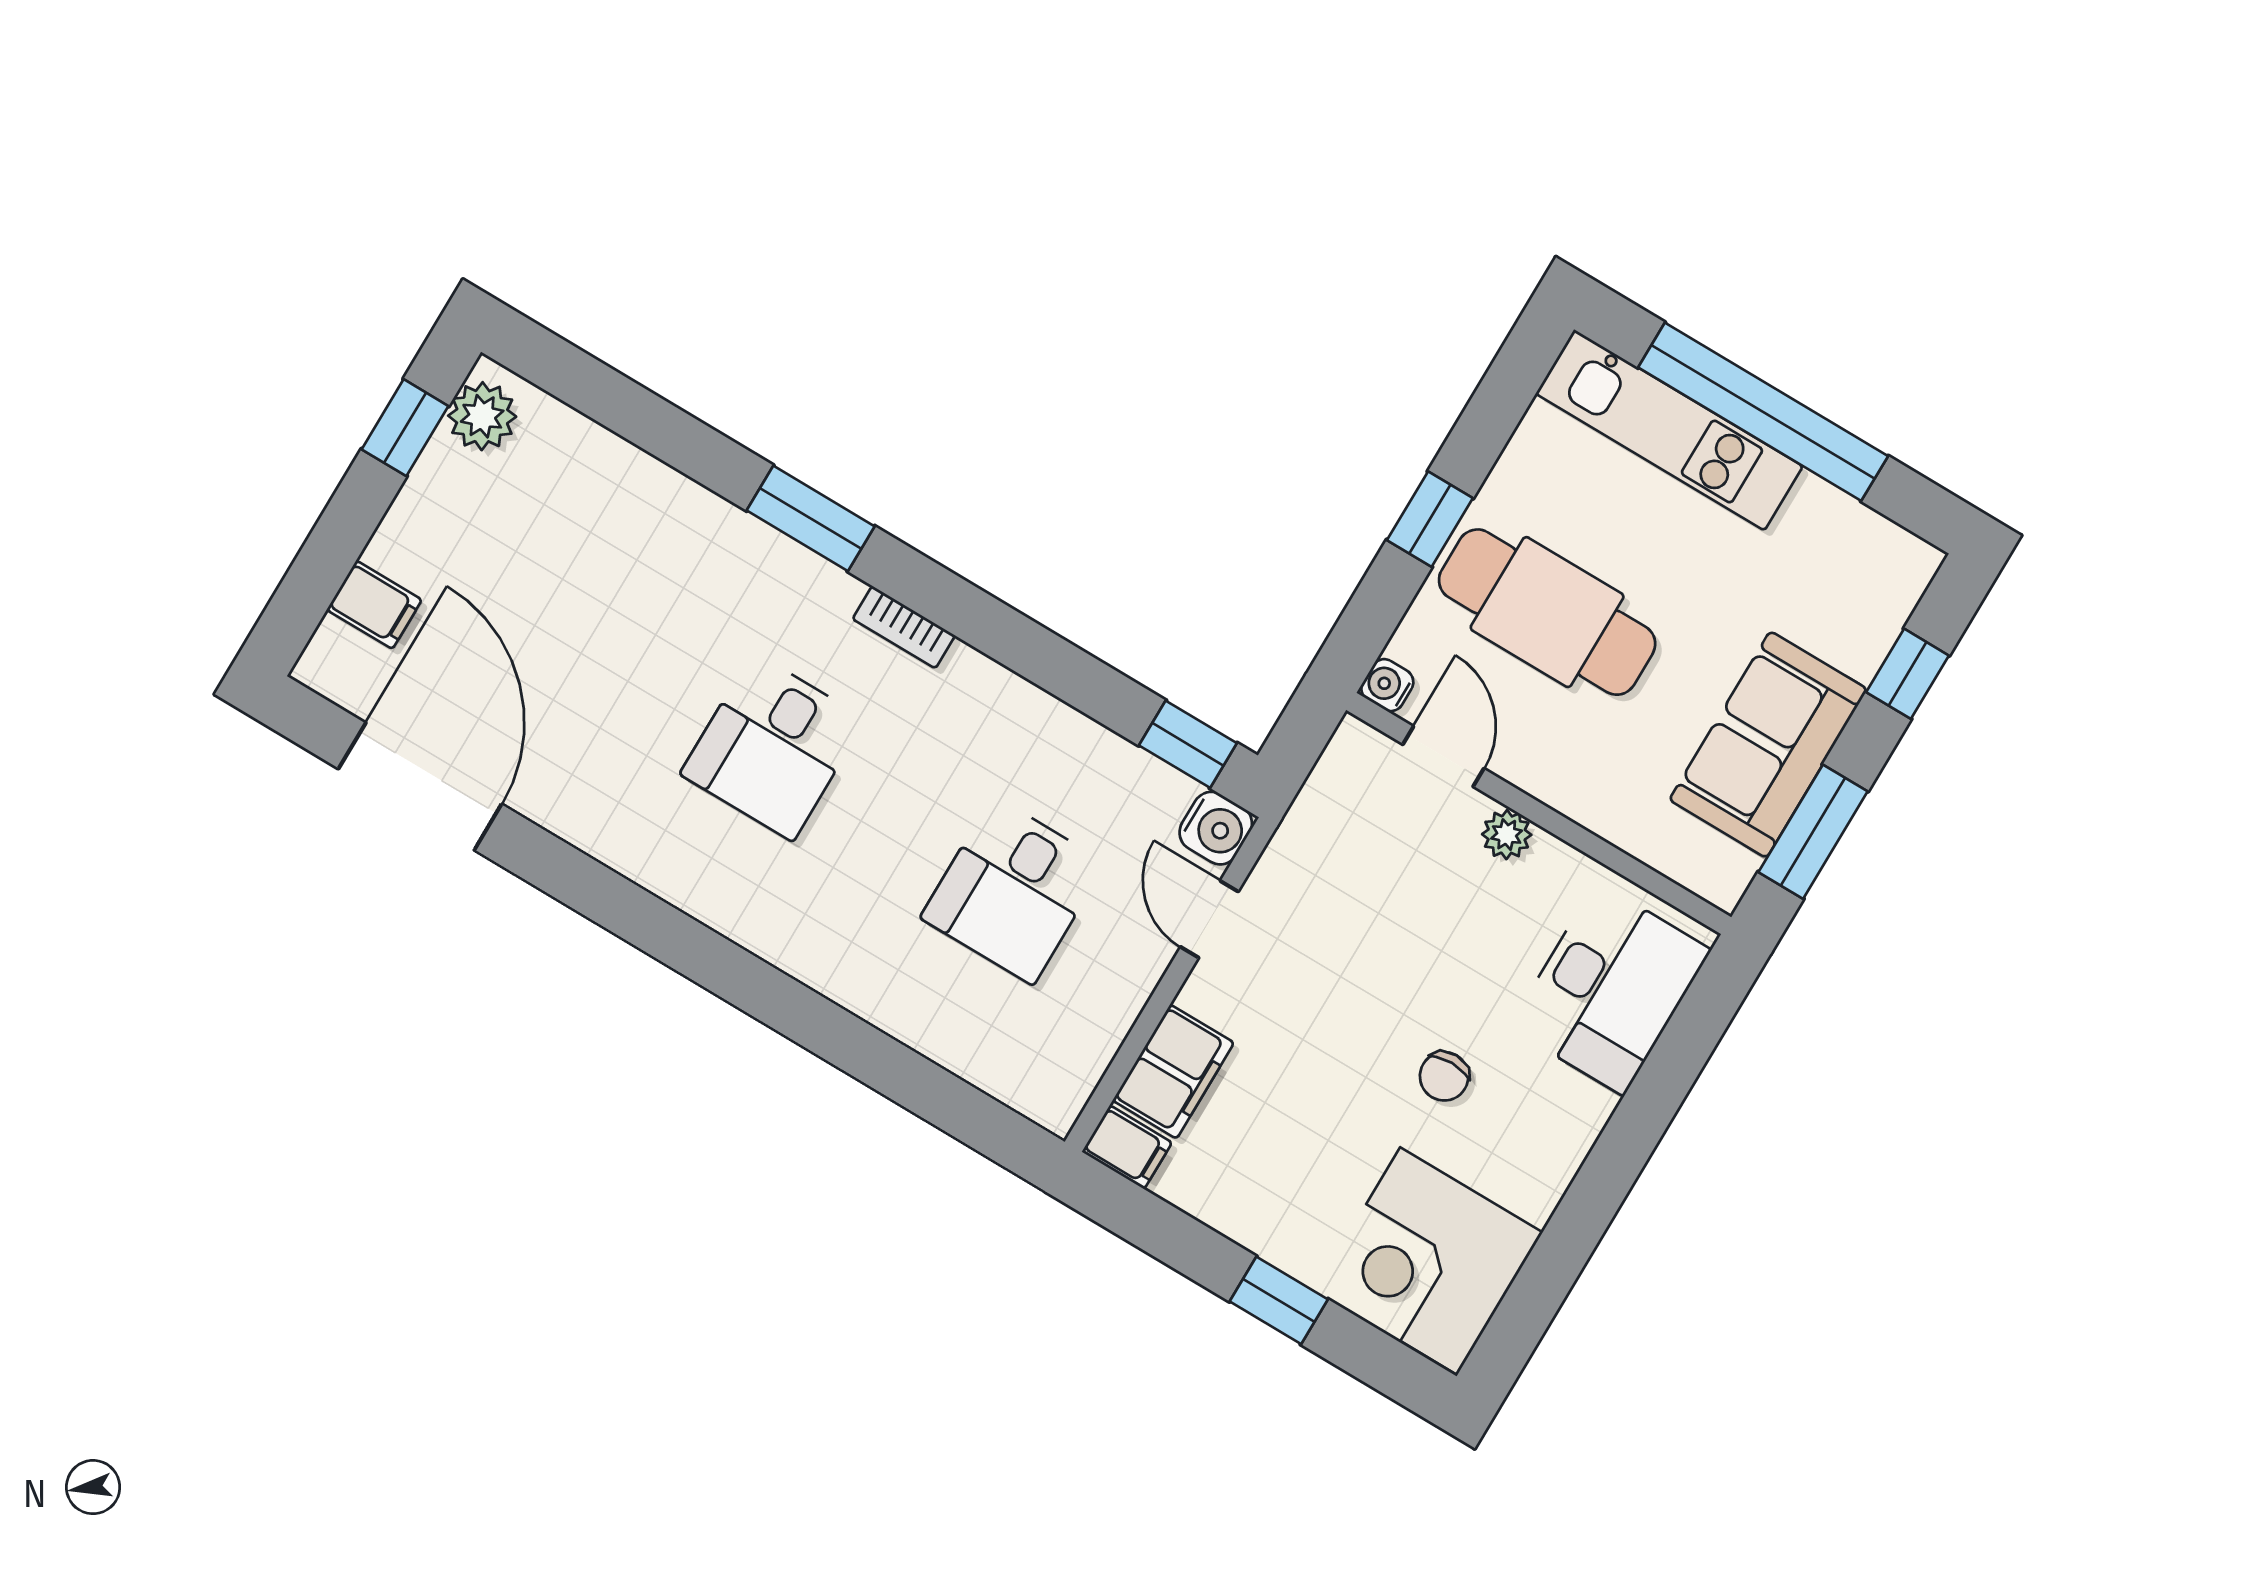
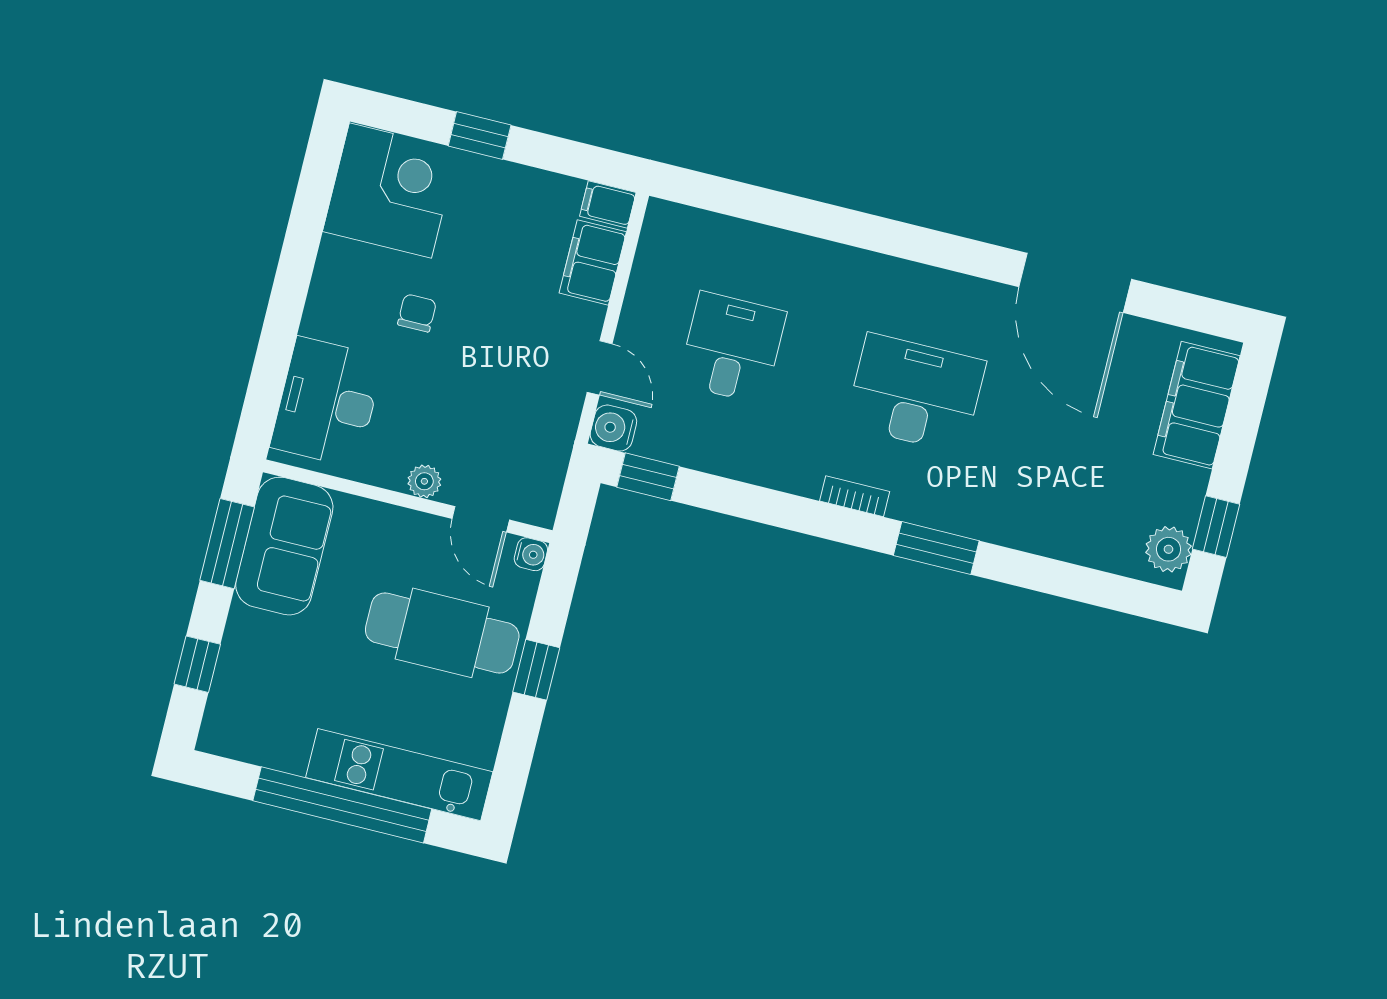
filing cabinet: (374, 605) -> (1197, 405), width x3.00, depth x1.17
sofa: (1768, 745) -> (284, 546), moved
desk: (773, 747) -> (915, 393), width x1.37
door: (420, 786) -> (1075, 283), moved

